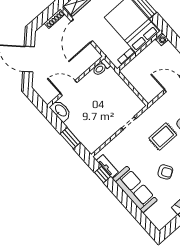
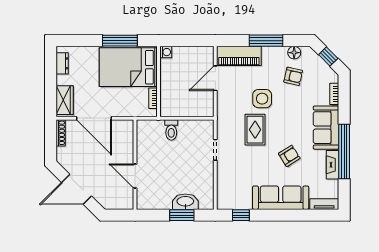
toilet: (101, 68) -> (171, 130), moved
door: (69, 88) -> (135, 176), hinge flipped
washbasin: (61, 111) -> (185, 202), moved
tv unit: (107, 166) -> (324, 204), moved

